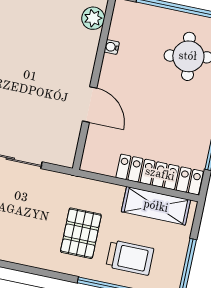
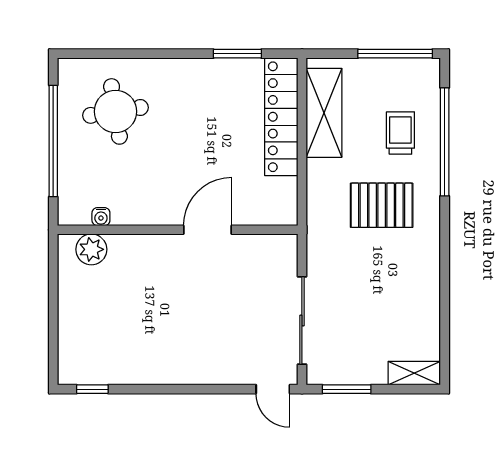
water cooler: (112, 47) -> (101, 217), moved
trolley: (130, 258) -> (400, 133), width x0.73, depth x0.72

